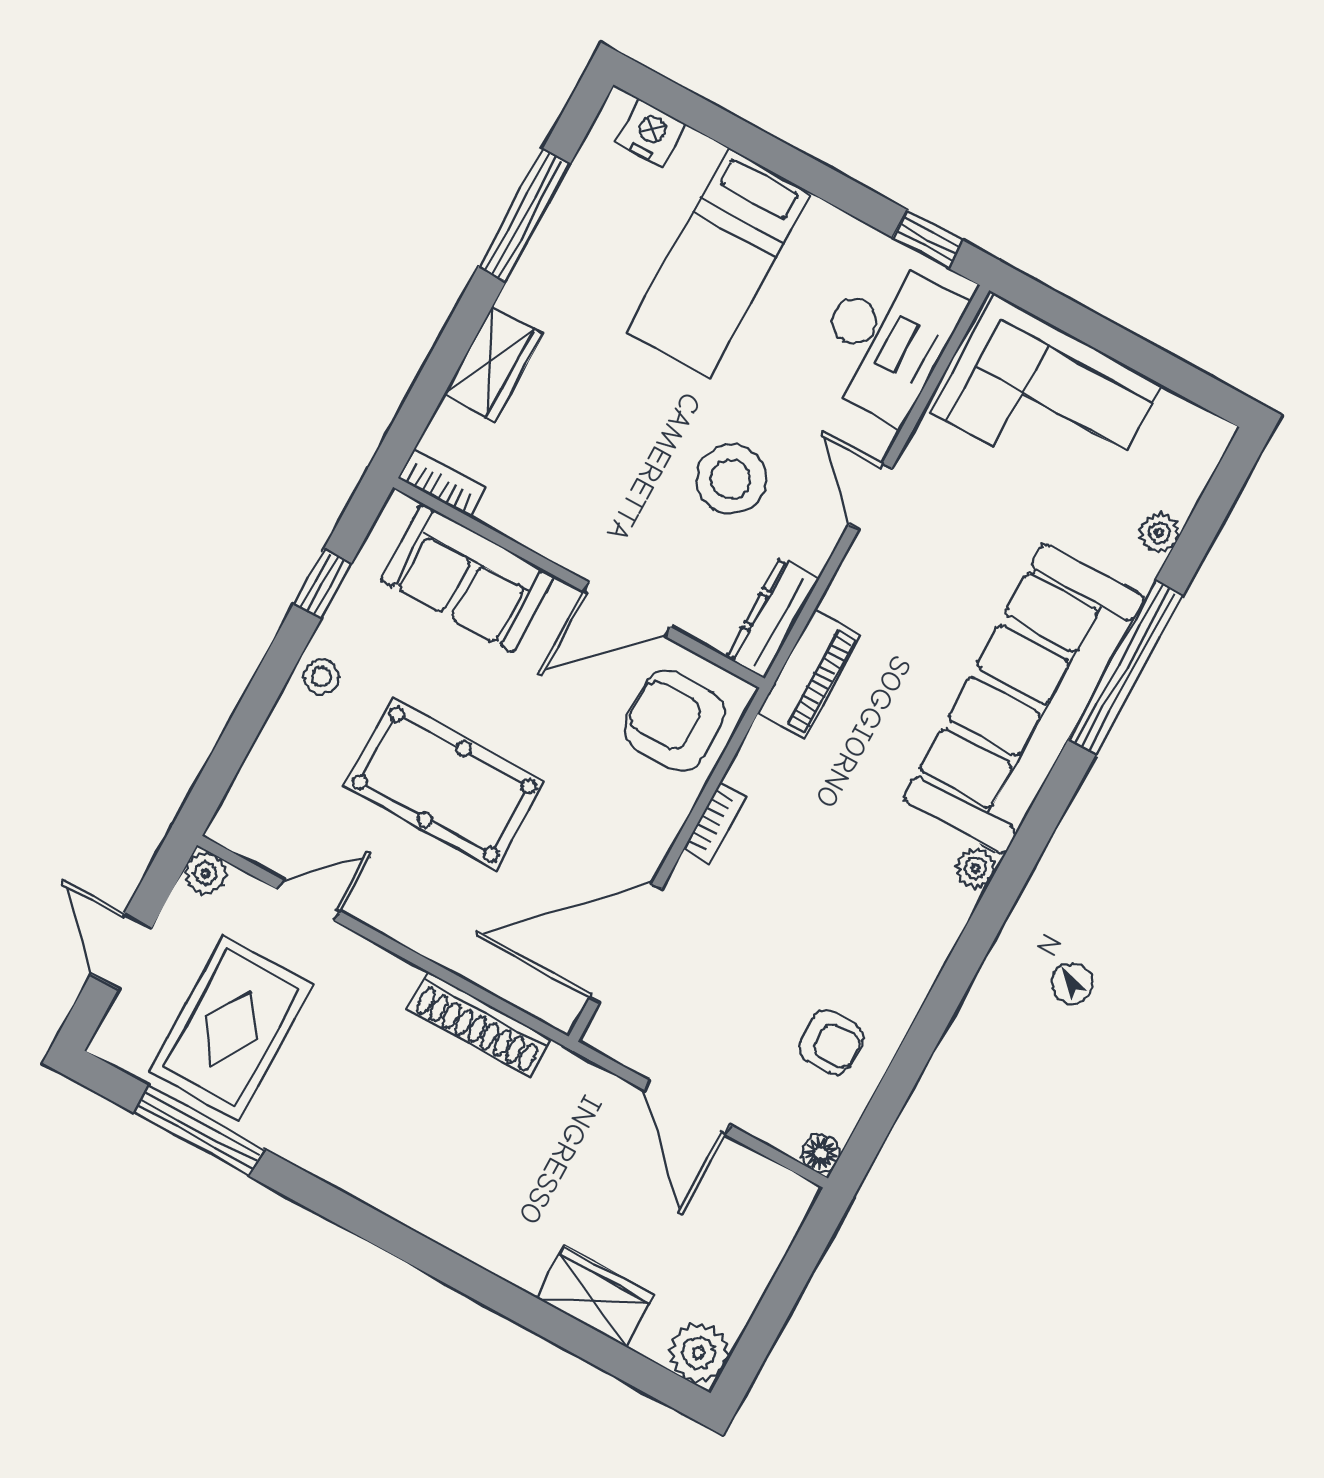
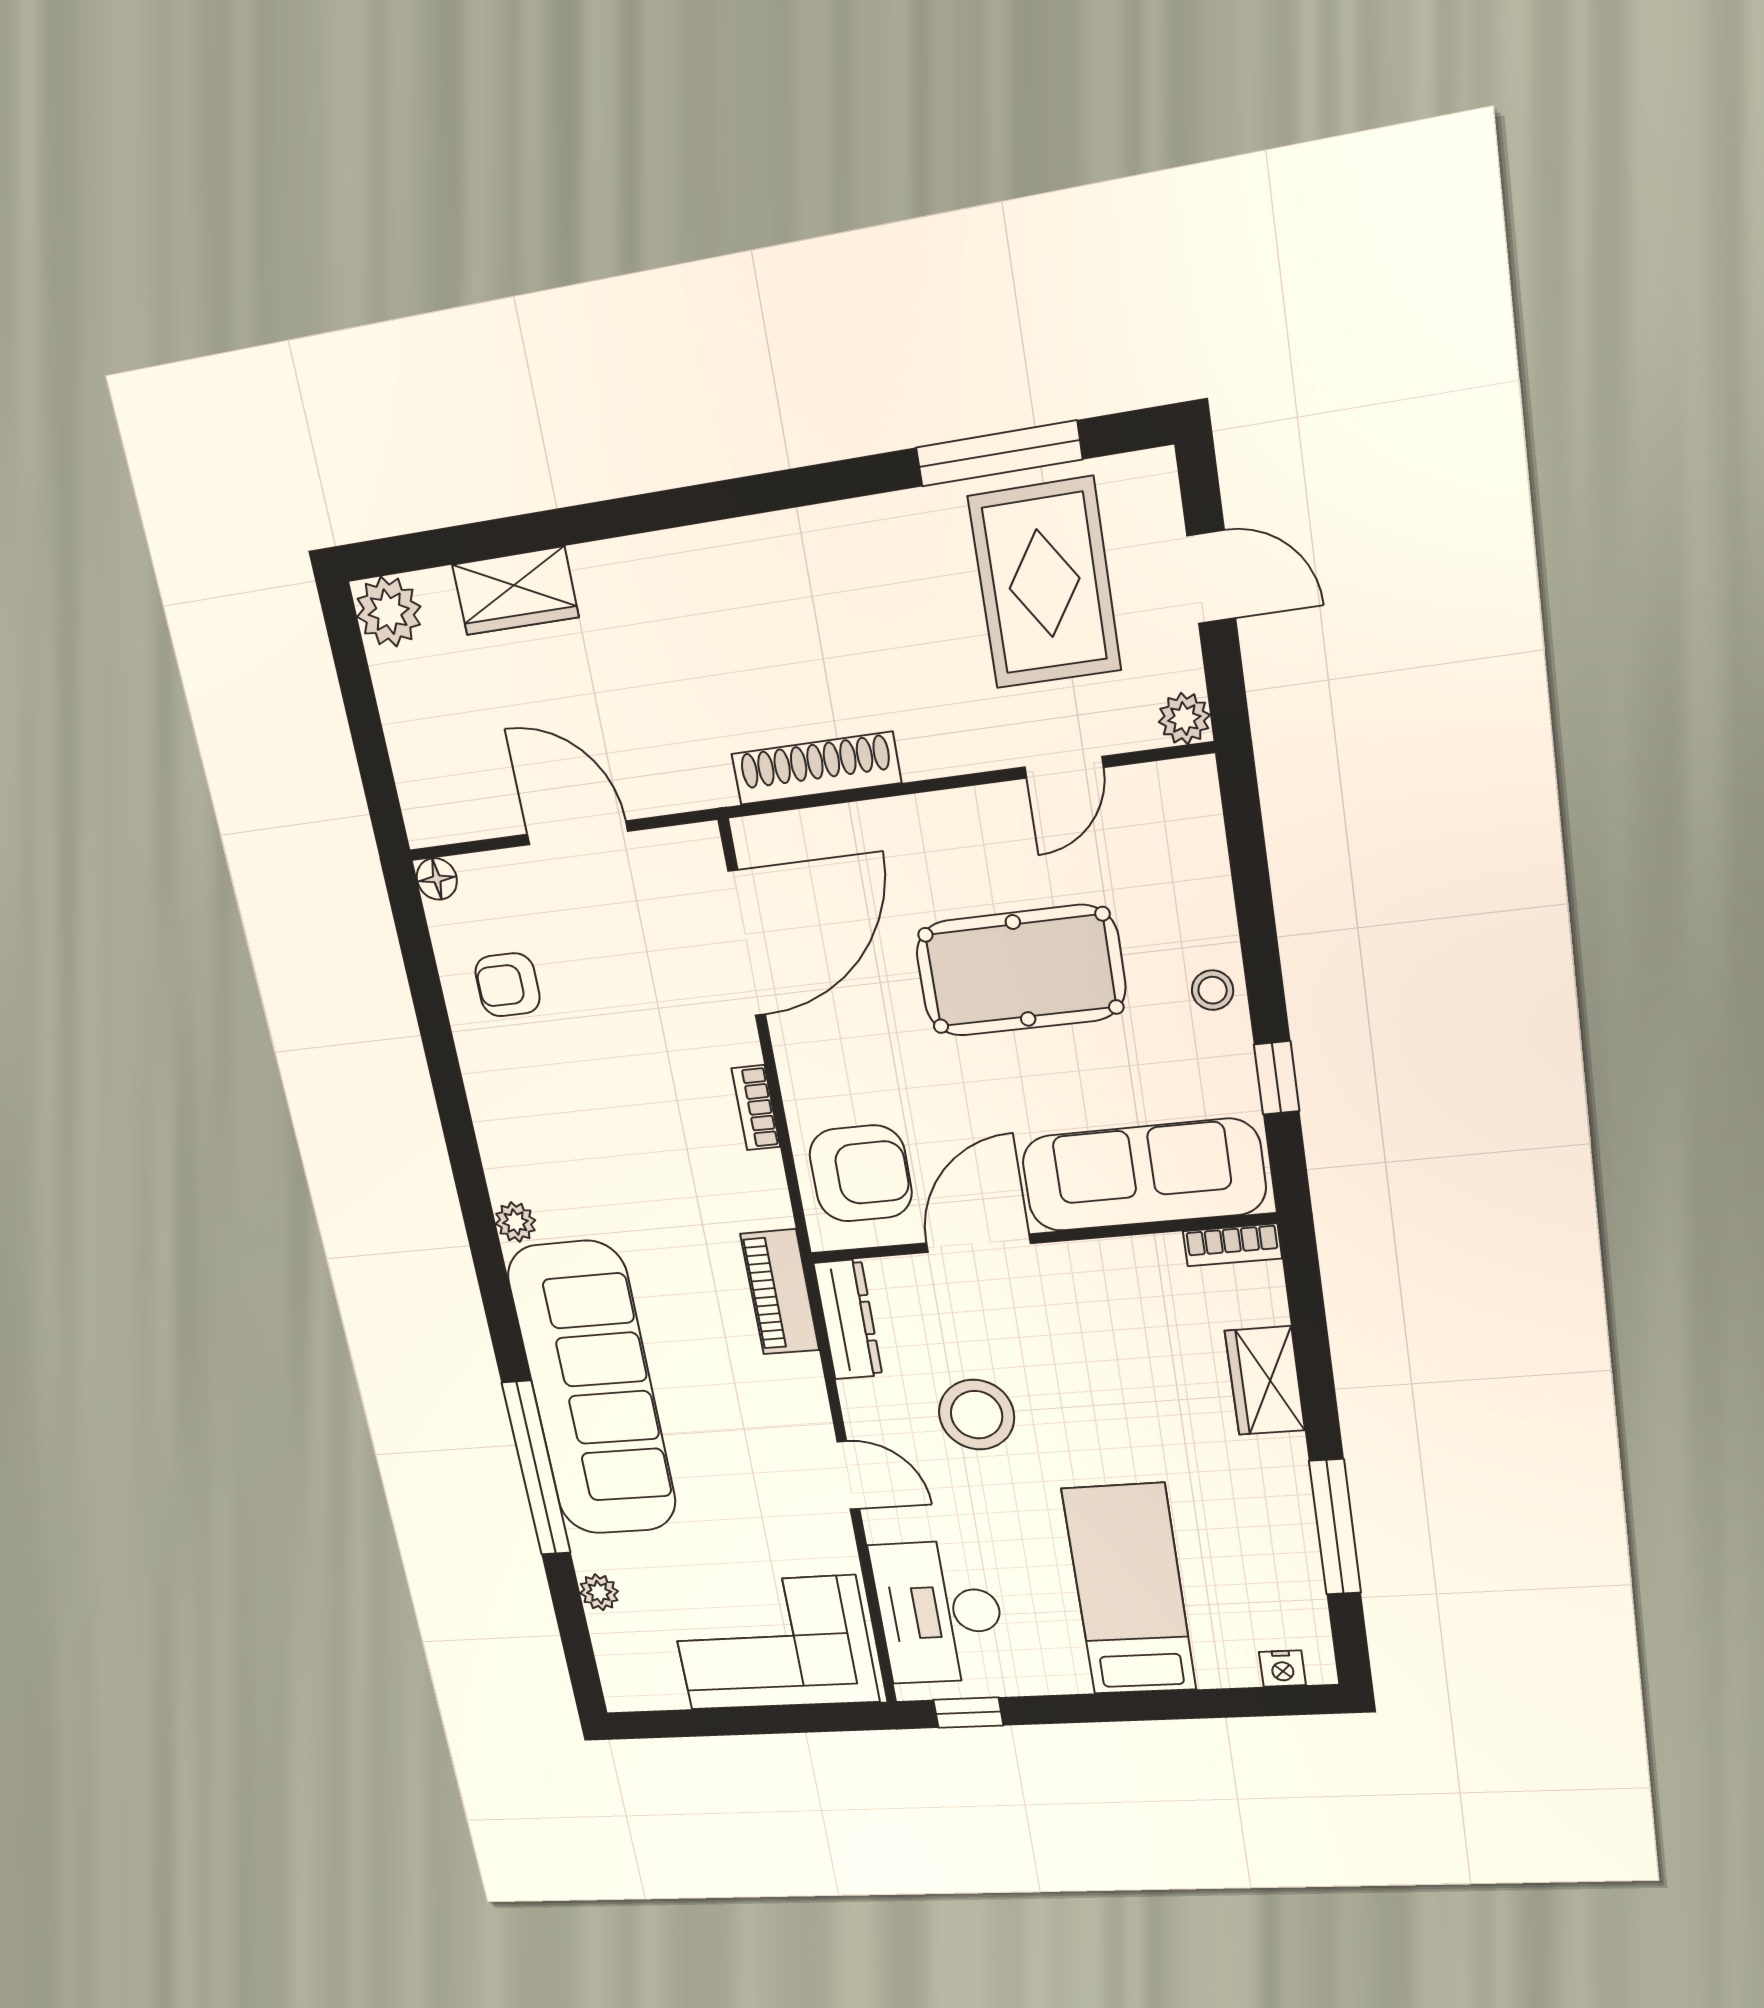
nightstand: (651, 133) -> (1282, 1669), width x0.72, depth x0.74
sofa: (467, 578) -> (1143, 1175), width x1.36

